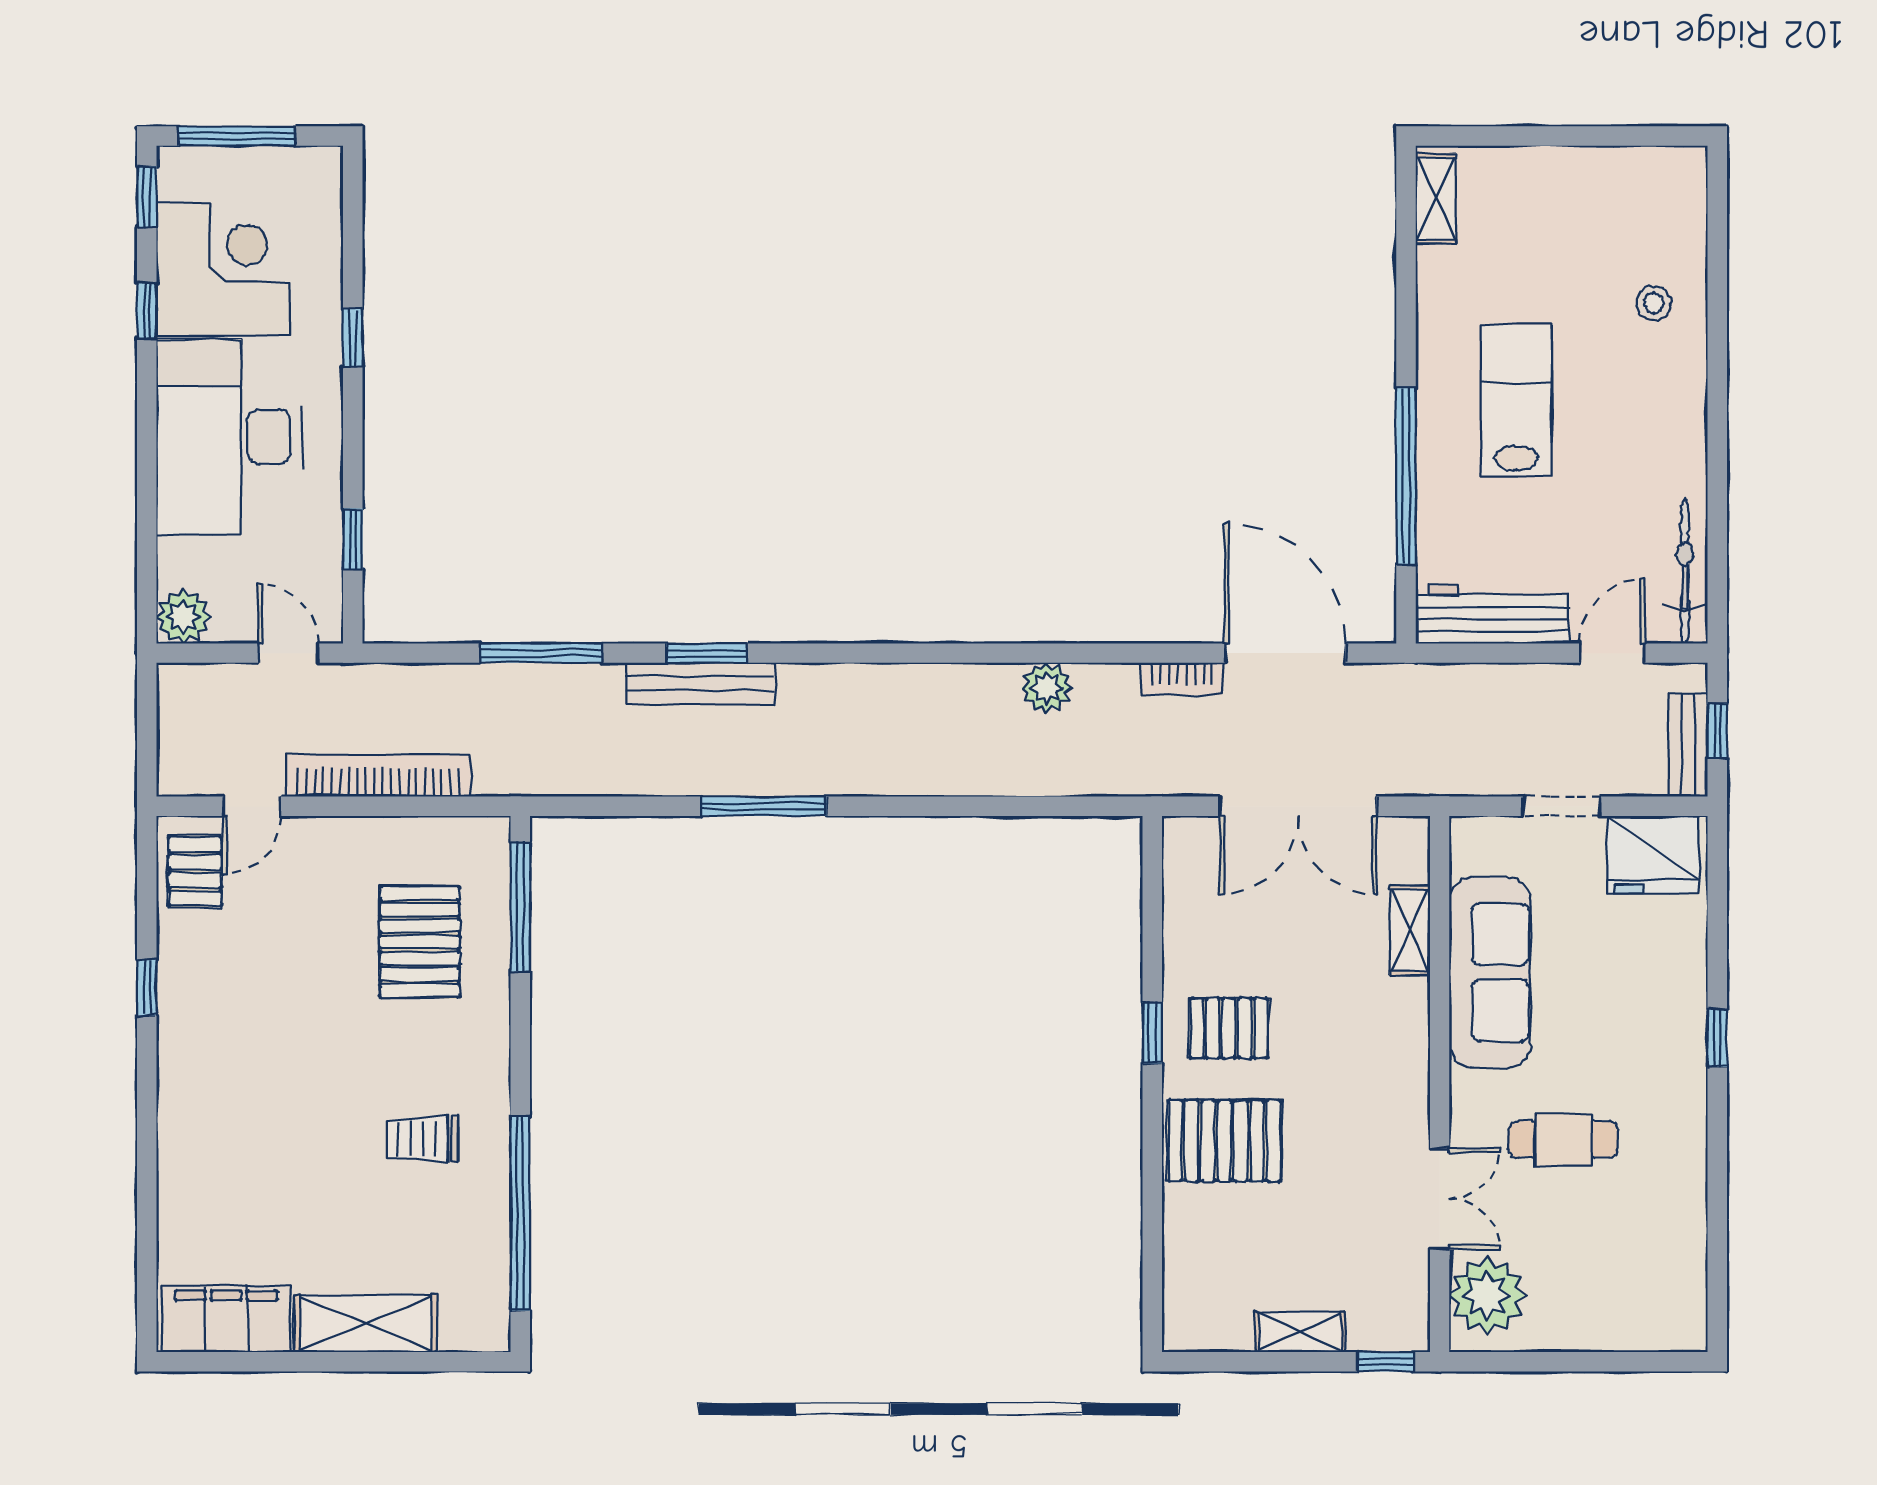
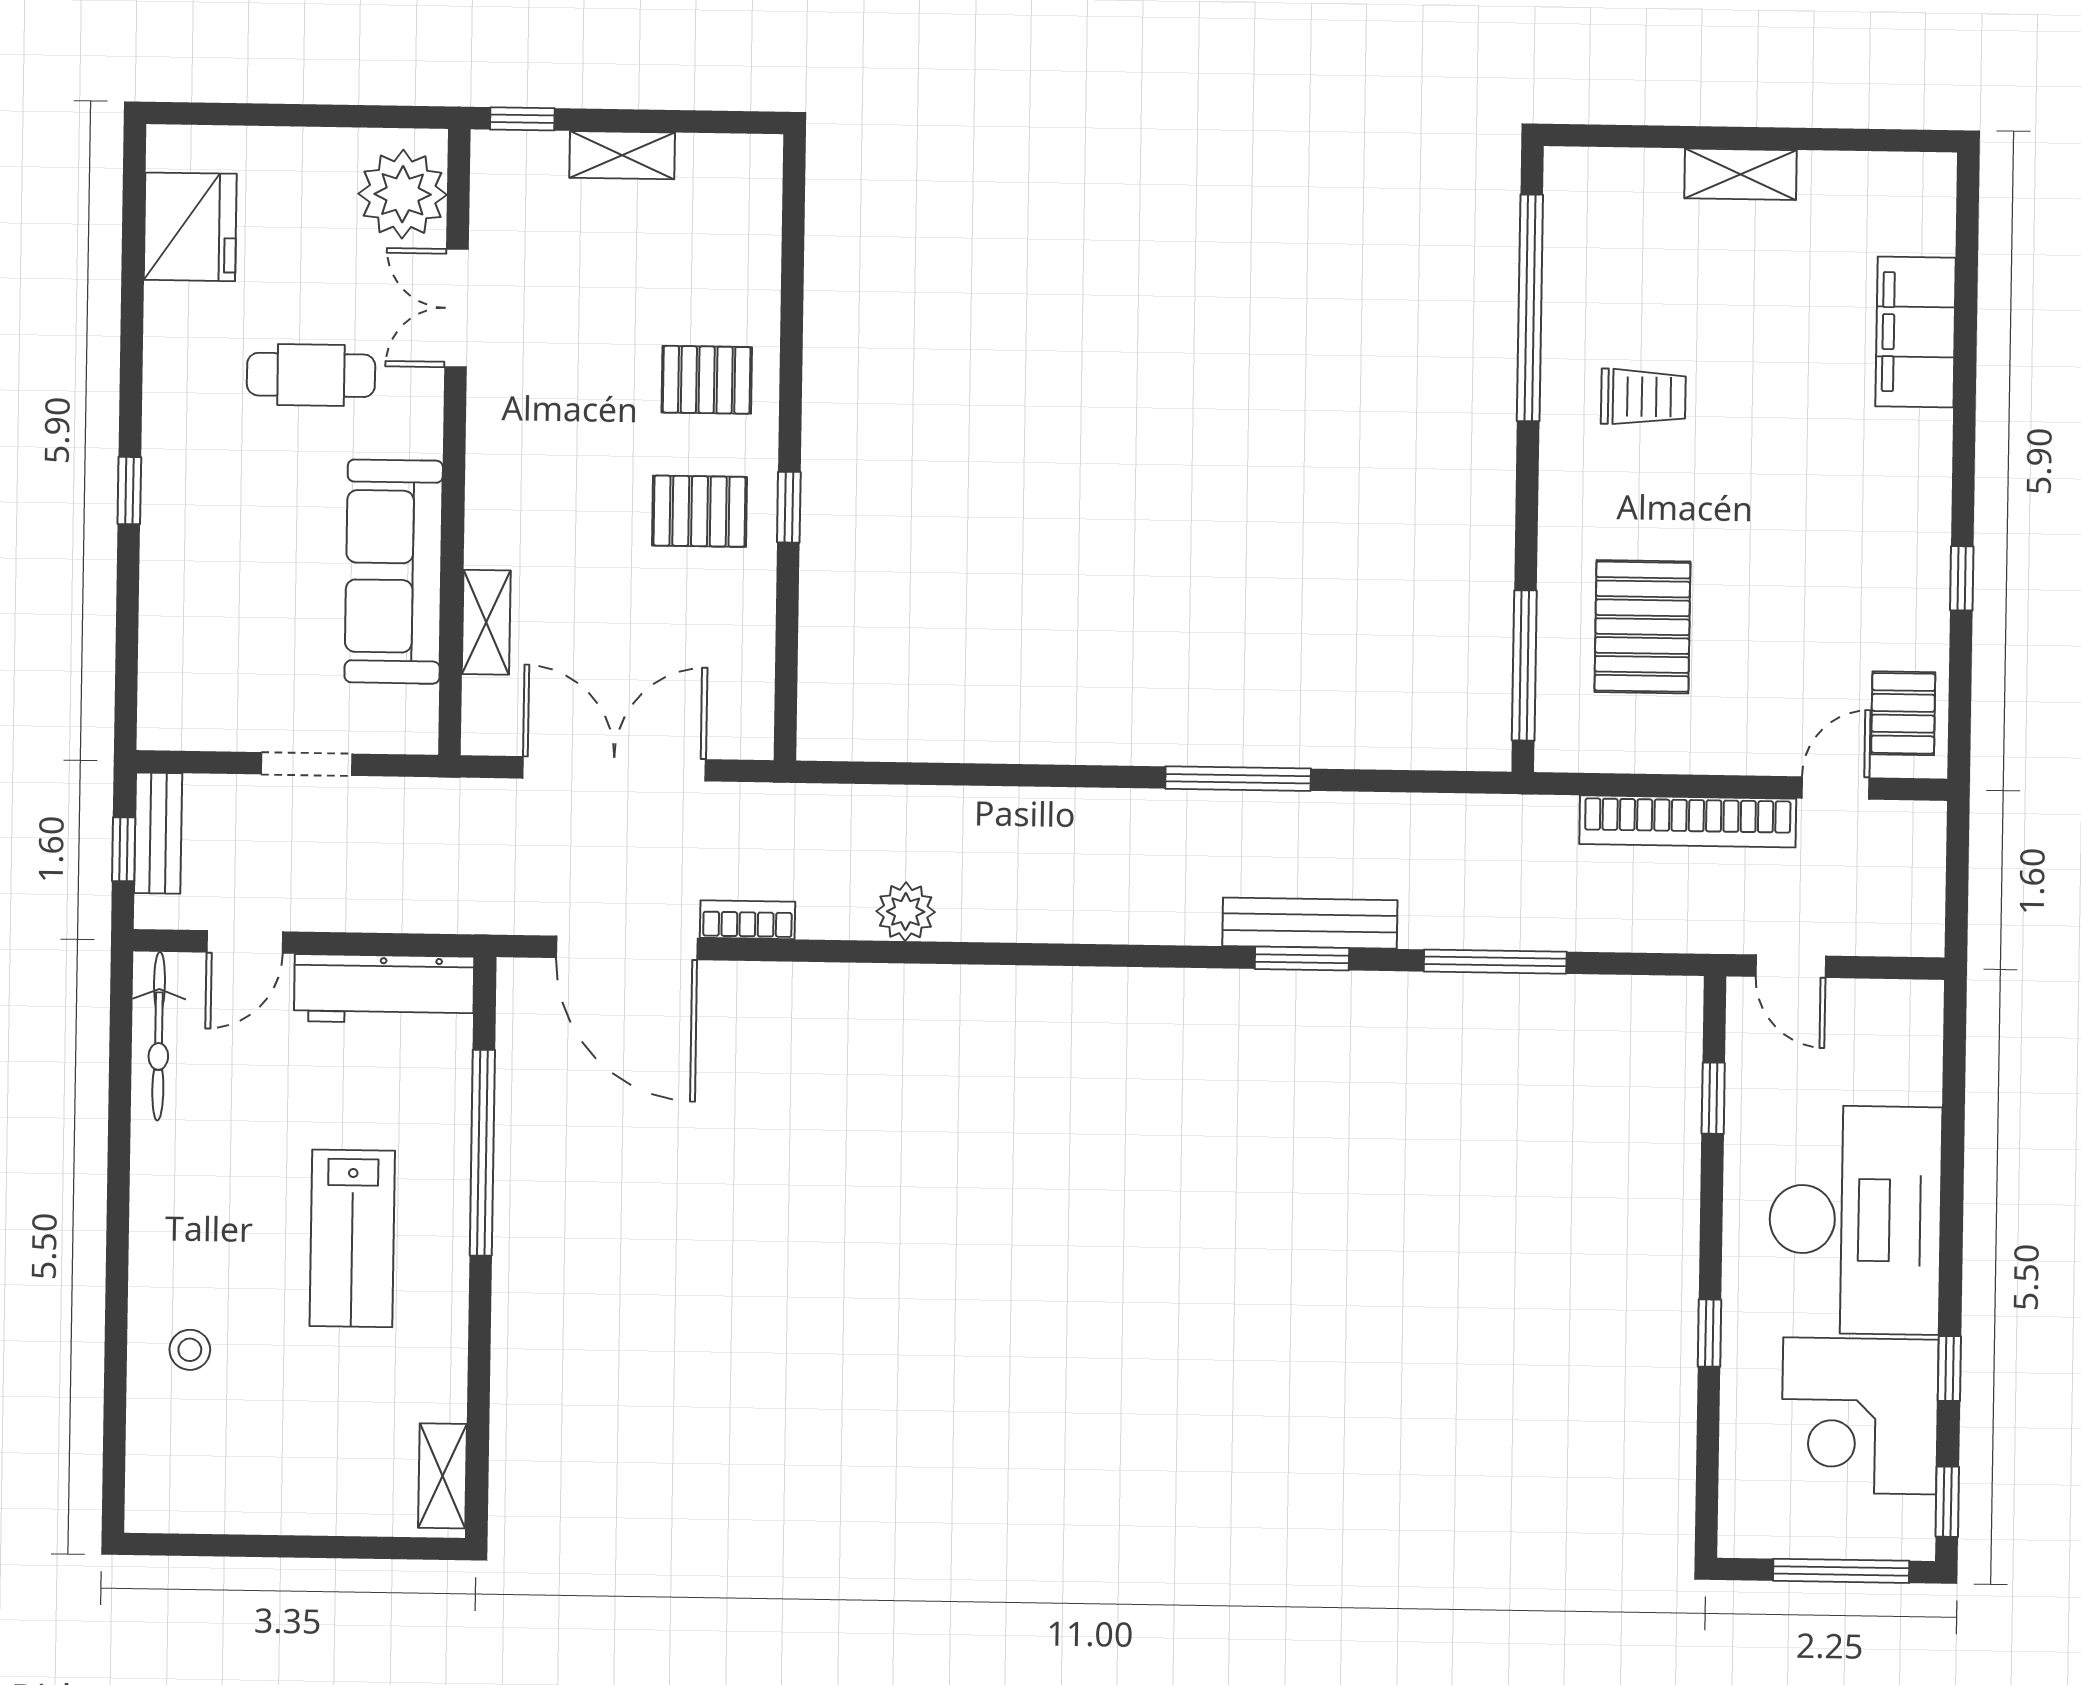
plant: (183, 617) -> (1912, 1011), removed
fridge: (1653, 855) -> (190, 227), moved, turned 90
pallet: (1224, 1141) -> (707, 380), width x0.67, depth x0.71
filing cabinet: (226, 1319) -> (1916, 332), moved, turned 90
shelving: (366, 1323) -> (1740, 174), width x0.67, depth x0.75

